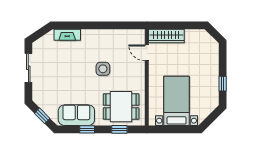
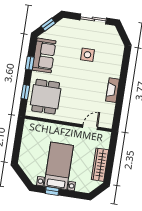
fireplace: (67, 35) -> (113, 90), moved
wardrobe: (166, 36) -> (100, 165), moved
side table: (103, 69) -> (87, 55), moved
bed with nightstands: (176, 101) -> (59, 166), moved, turned -90

